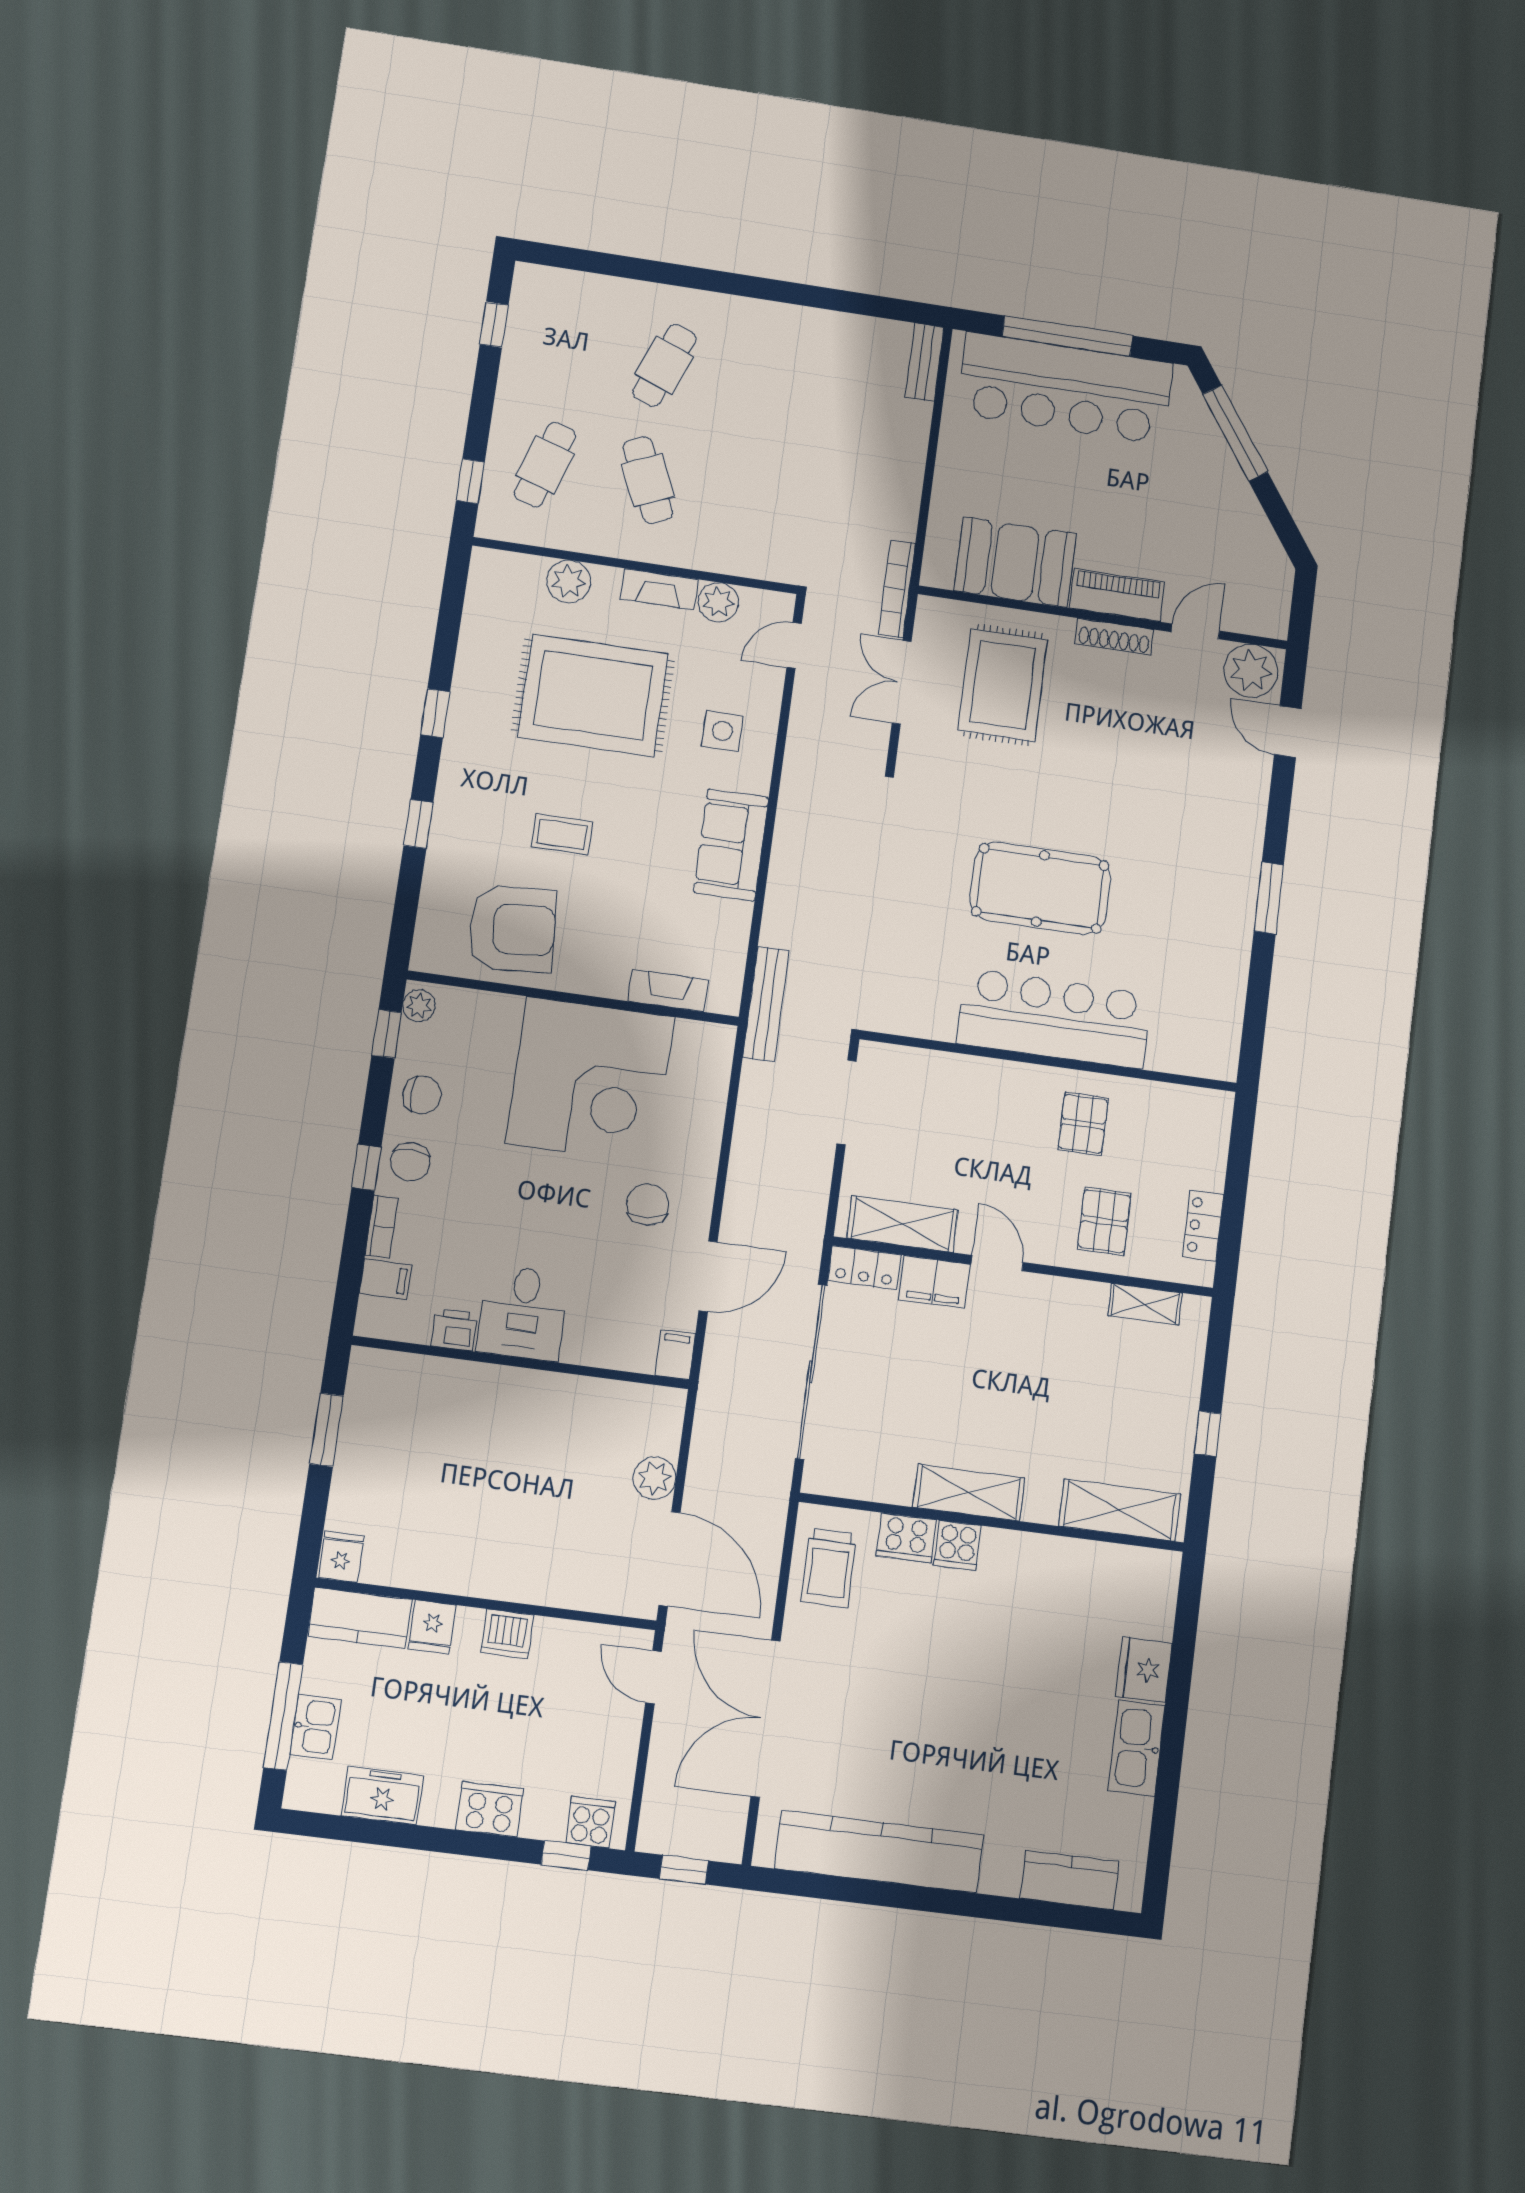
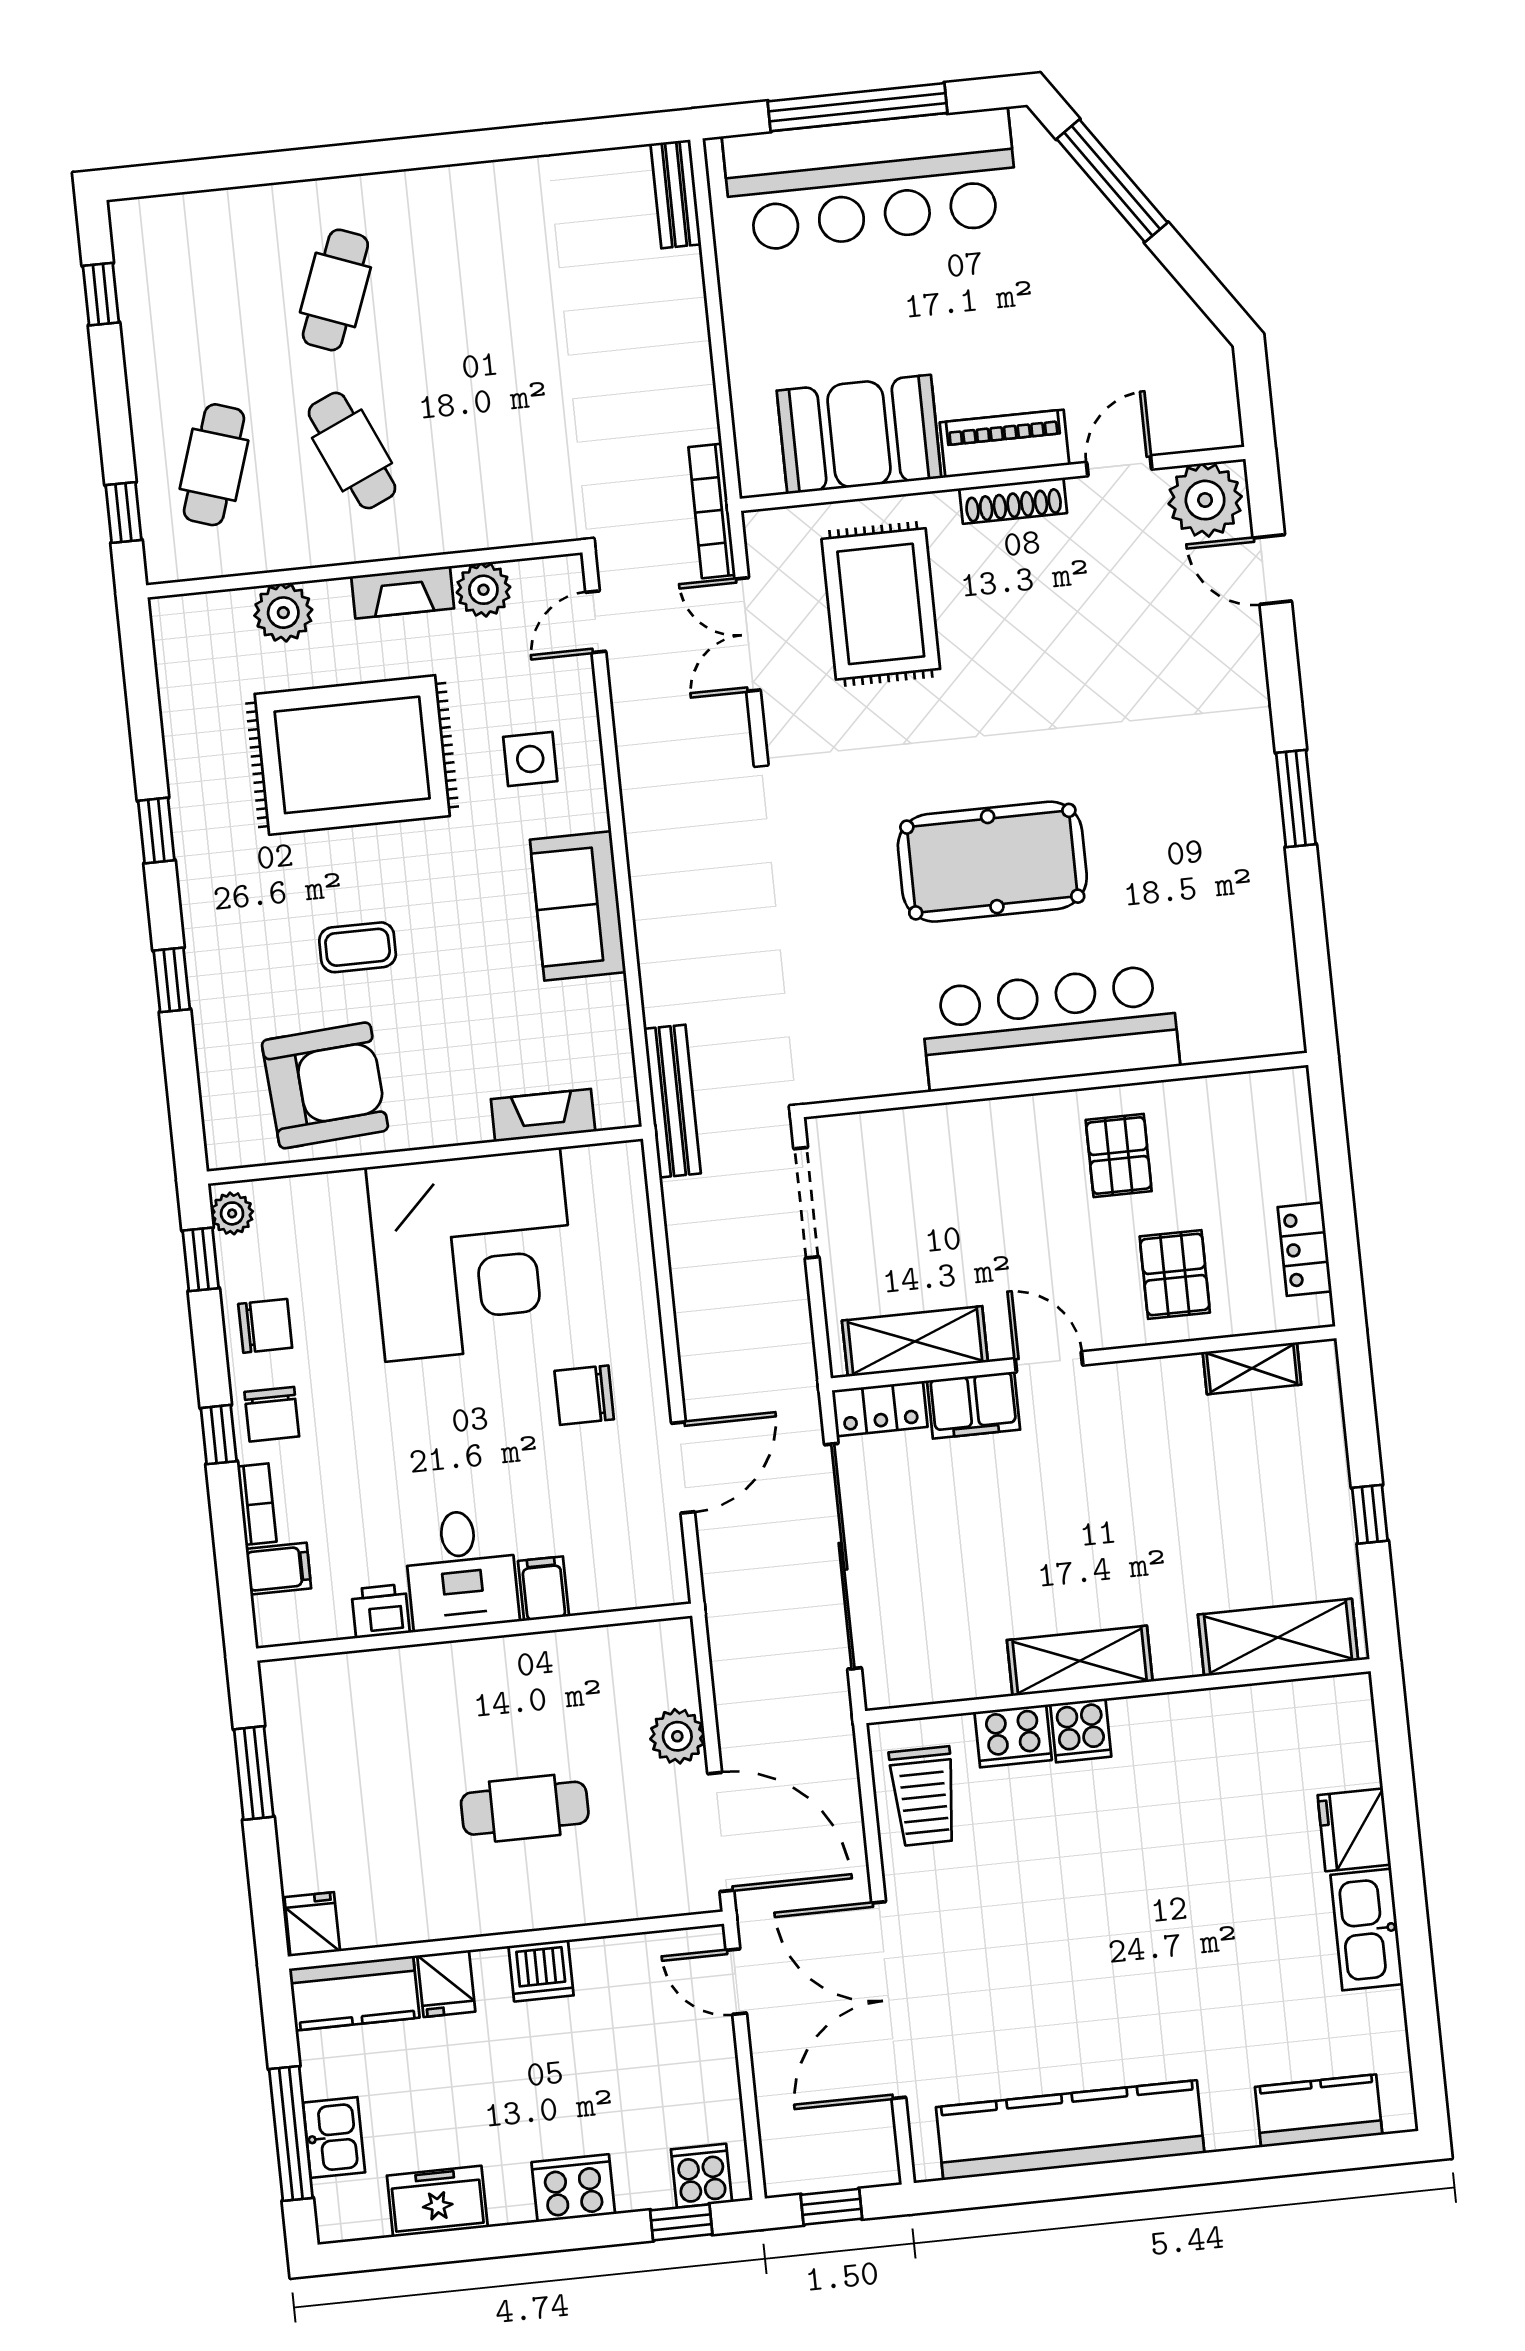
chair: (648, 1204) -> (584, 1395), turned -84
filing cabinet: (675, 1355) -> (543, 1589), moved
cafe table: (526, 1506) -> (525, 1808), added

